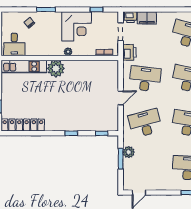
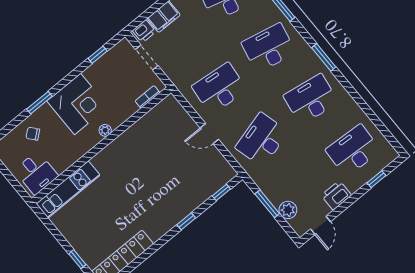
corner desk: (76, 26) -> (78, 104), moved
printer: (129, 52) -> (336, 195), moved, turned -90
plant: (56, 69) -> (107, 161), removed
door: (121, 98) -> (209, 134), swing flipped
plant: (129, 152) -> (288, 210), moved

